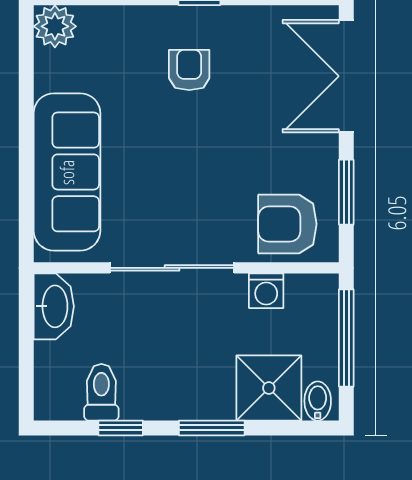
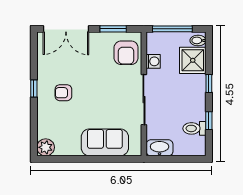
sofa: (67, 172) -> (105, 142), width x0.73
window: (212, 428) -> (209, 84), width x0.67

